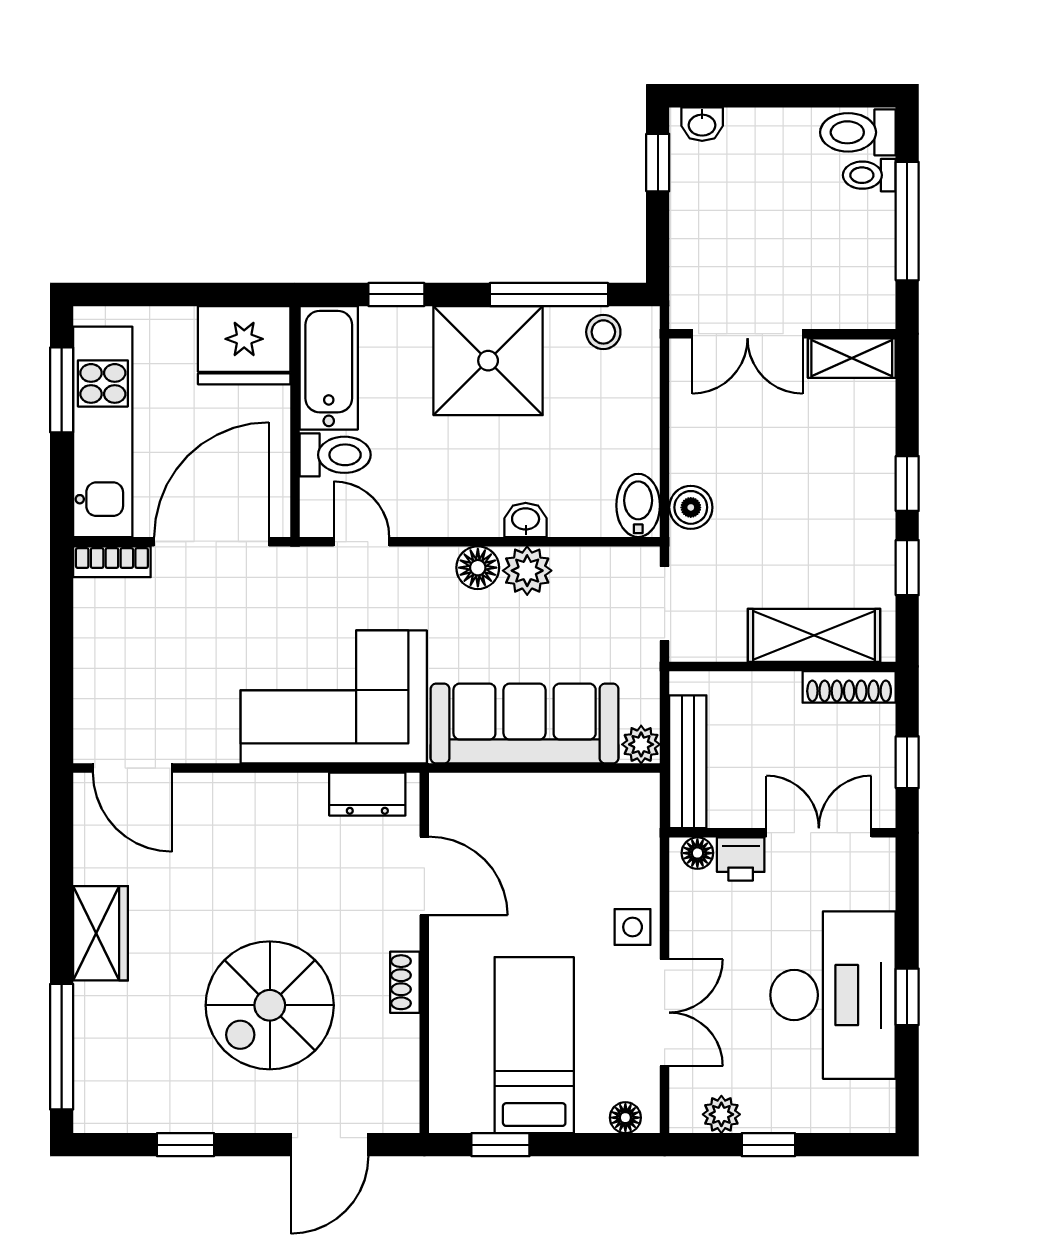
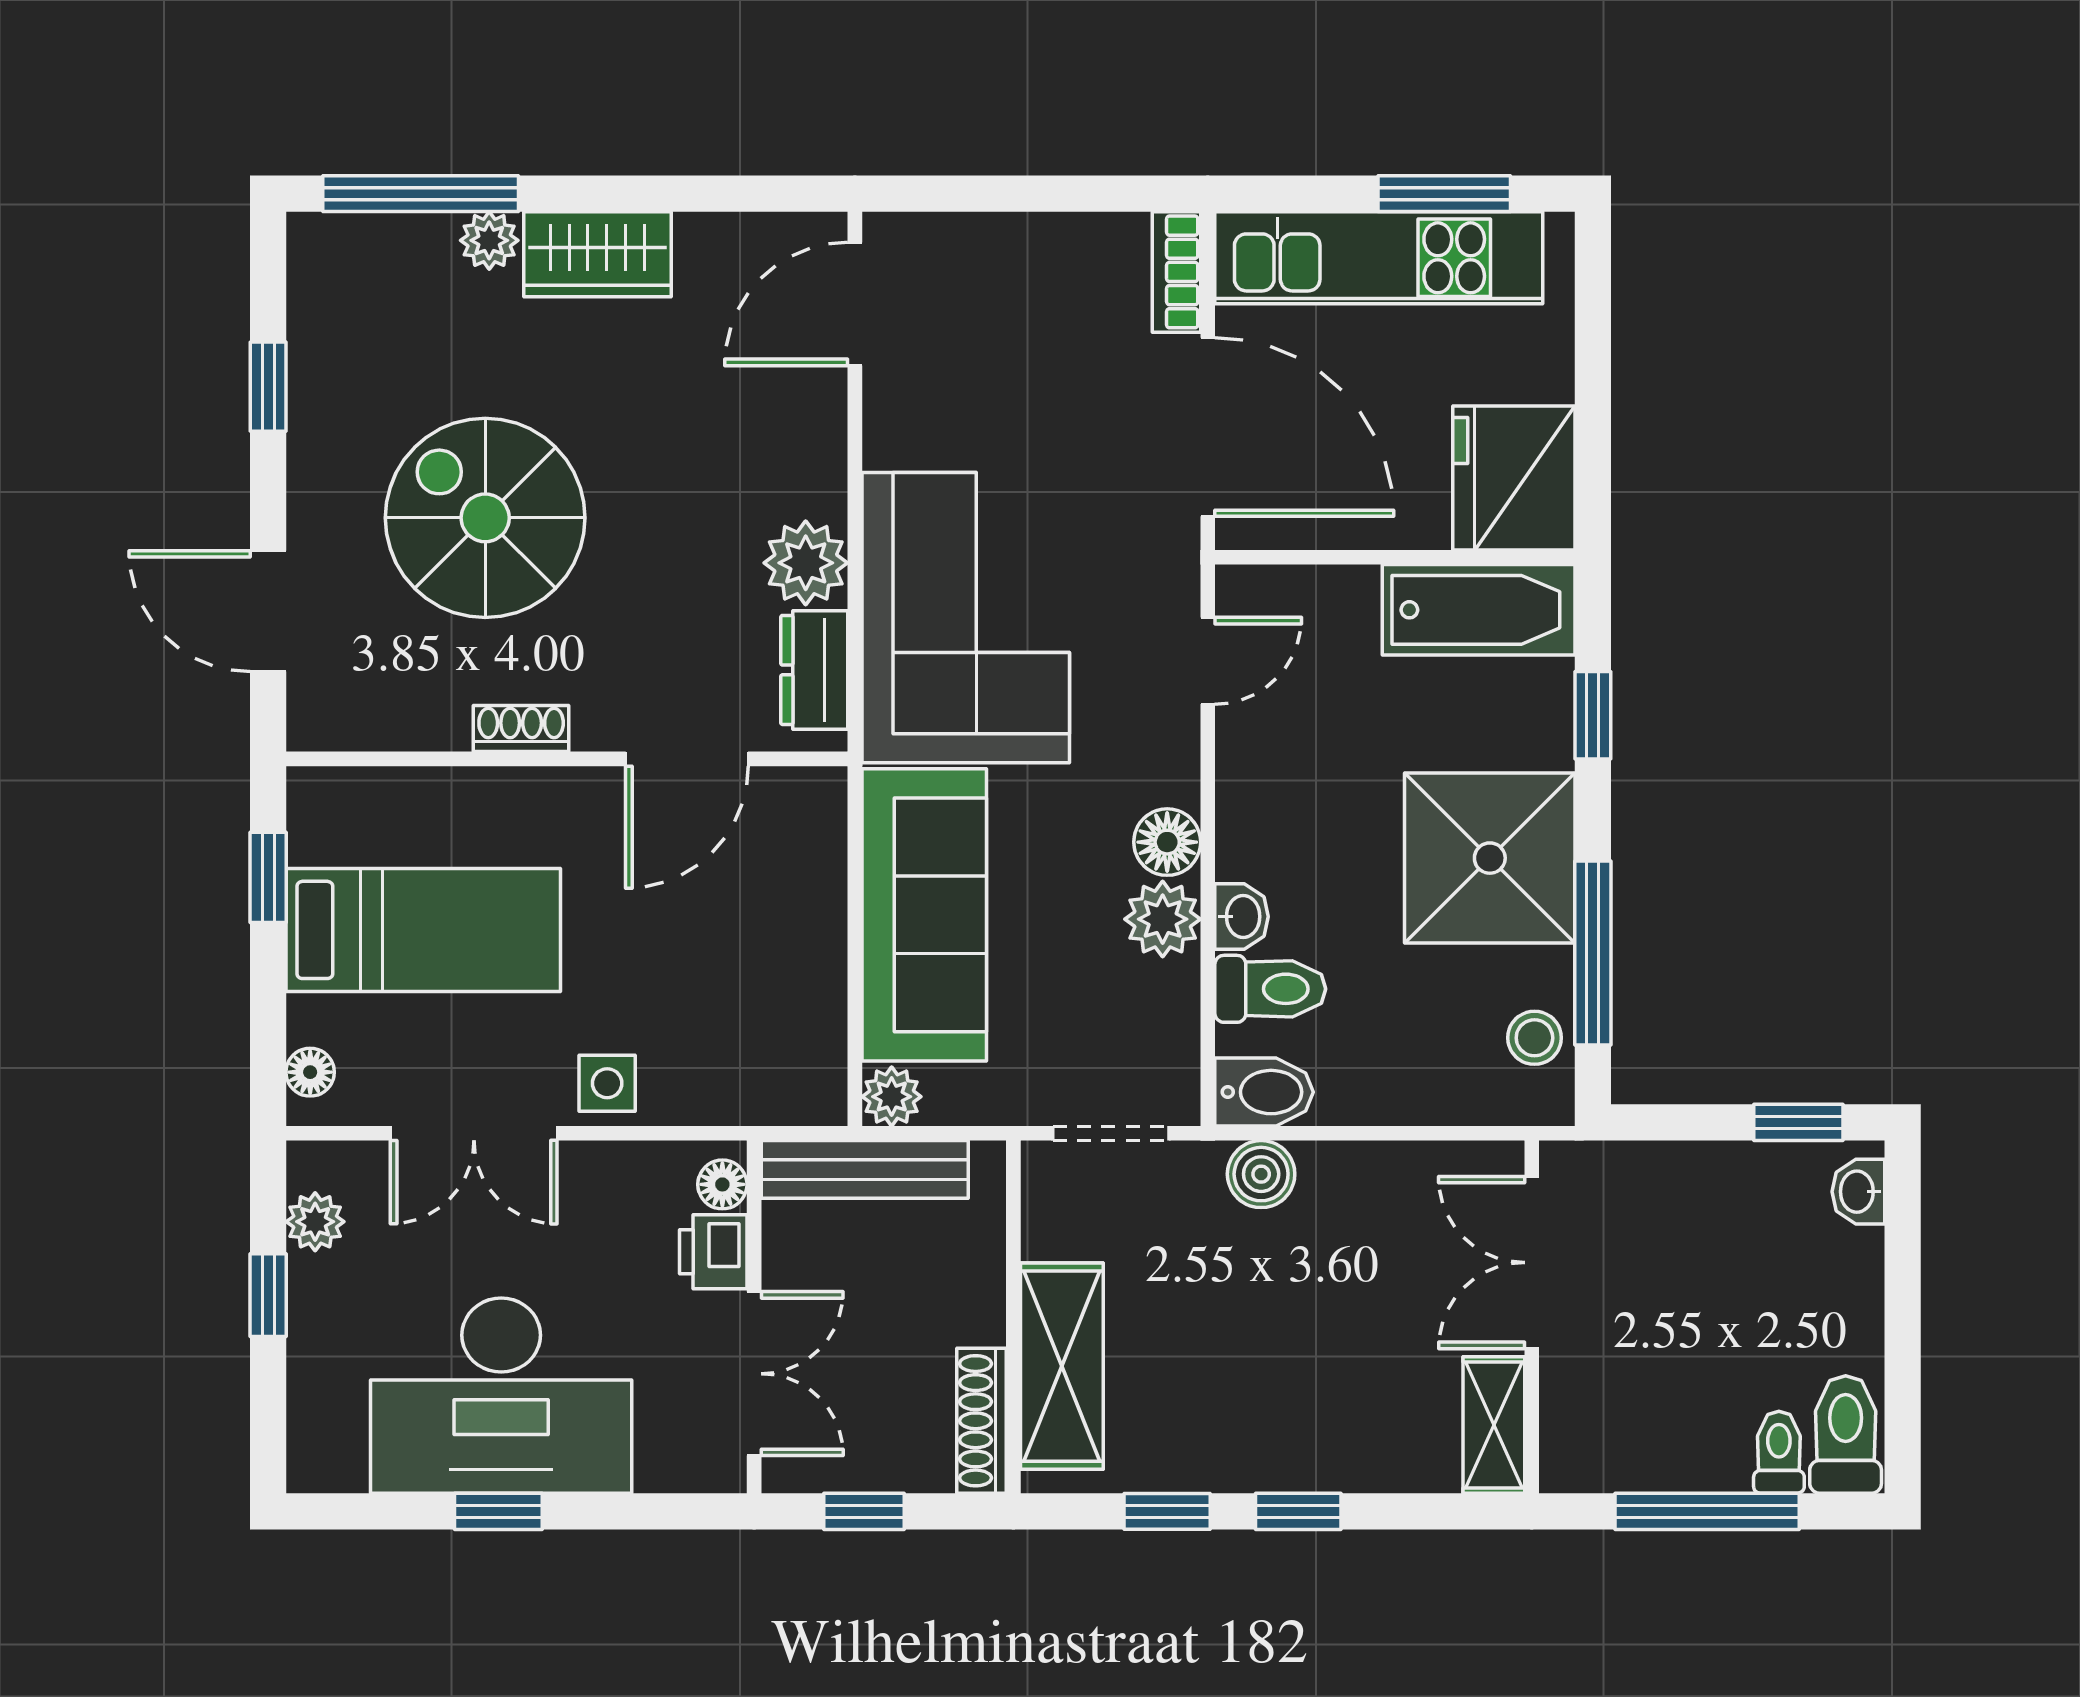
toilet: (335, 455) -> (1270, 989), moved, turned -90
plant: (299, 800) -> (806, 563), added
plant: (92, 1003) -> (489, 240), added

